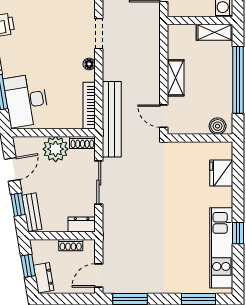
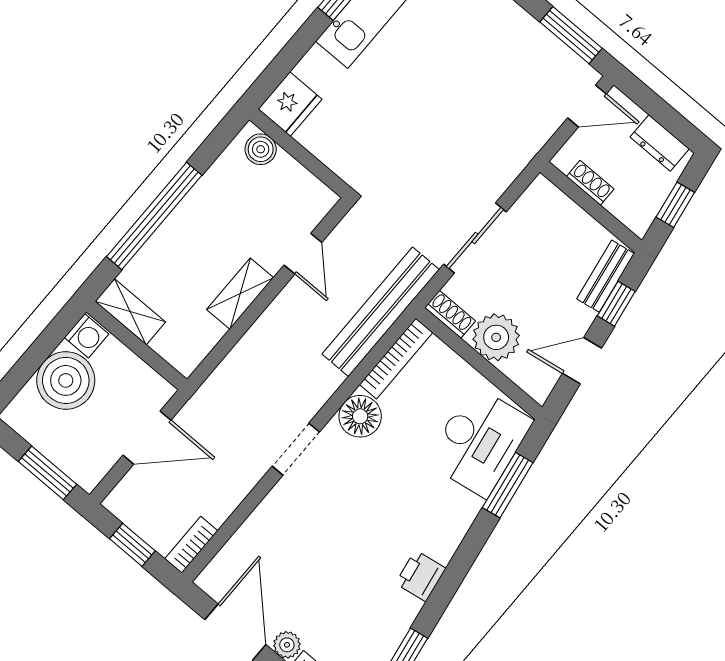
floor lamp: (89, 64) -> (360, 416), width x1.89, depth x1.89
boiler: (218, 126) -> (261, 149), moved
wall: (200, 138) -> (300, 153), moved
dresser: (82, 225) -> (550, 199), removed
dresser: (44, 278) -> (660, 143), moved, turned -81

